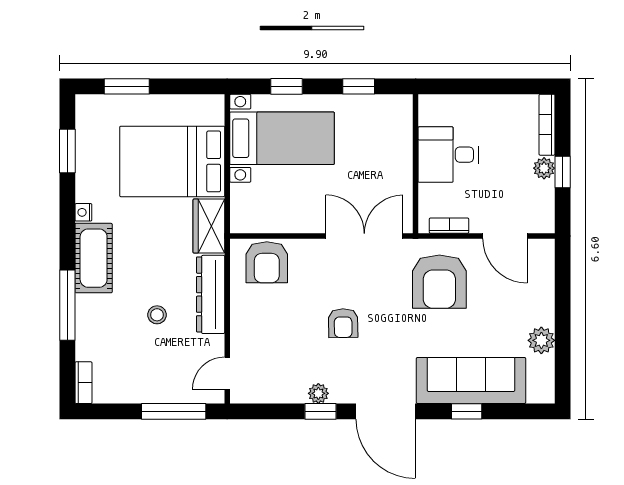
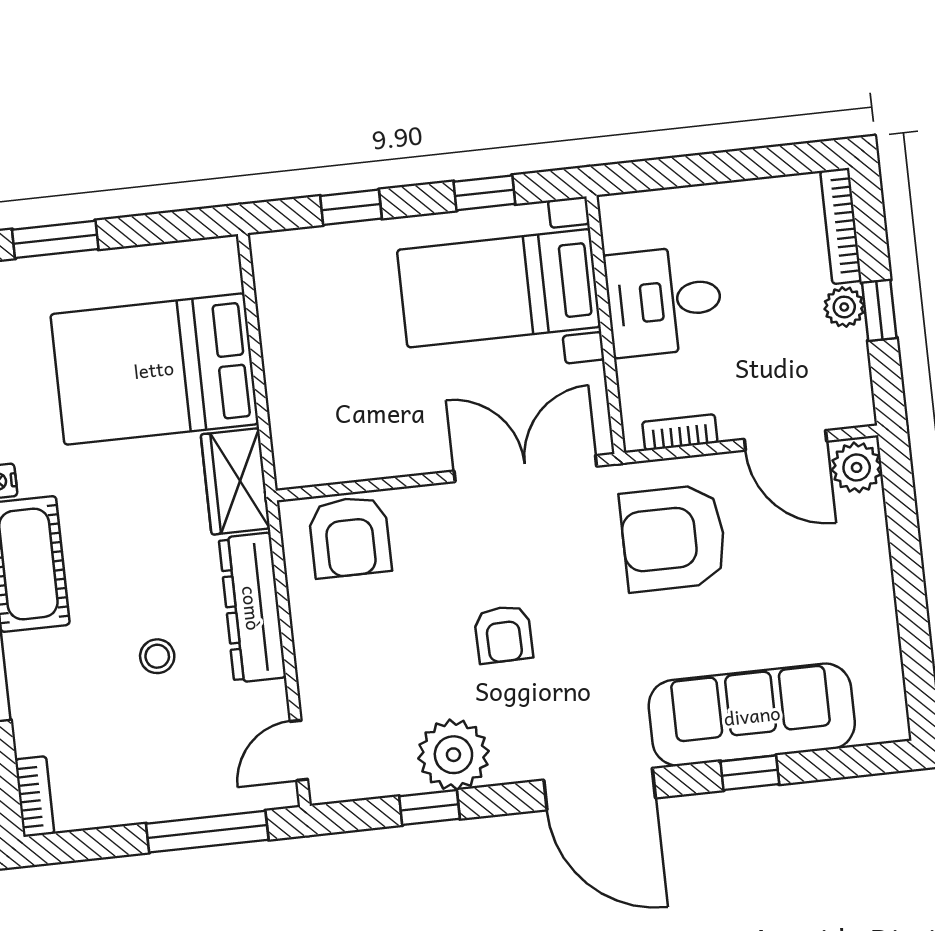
bed with nightstands: (282, 138) -> (499, 288), moved, turned 180
armchair: (439, 282) -> (673, 538), turned 90
plant: (541, 340) -> (857, 467), moved
plant: (318, 393) -> (453, 755), width x1.88, depth x1.88
window: (321, 411) -> (430, 808), moved

